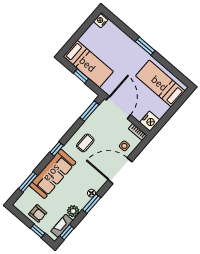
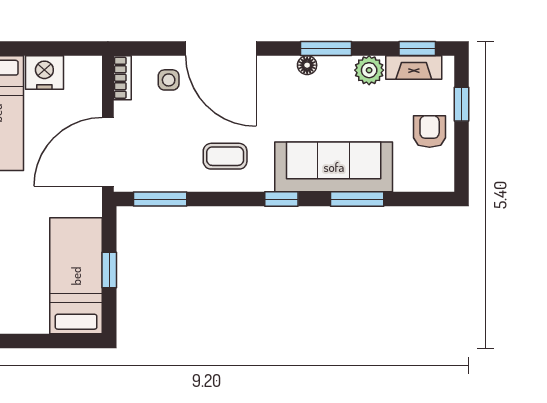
nightstand: (150, 121) -> (44, 73), moved
window: (28, 182) -> (357, 199), moved

